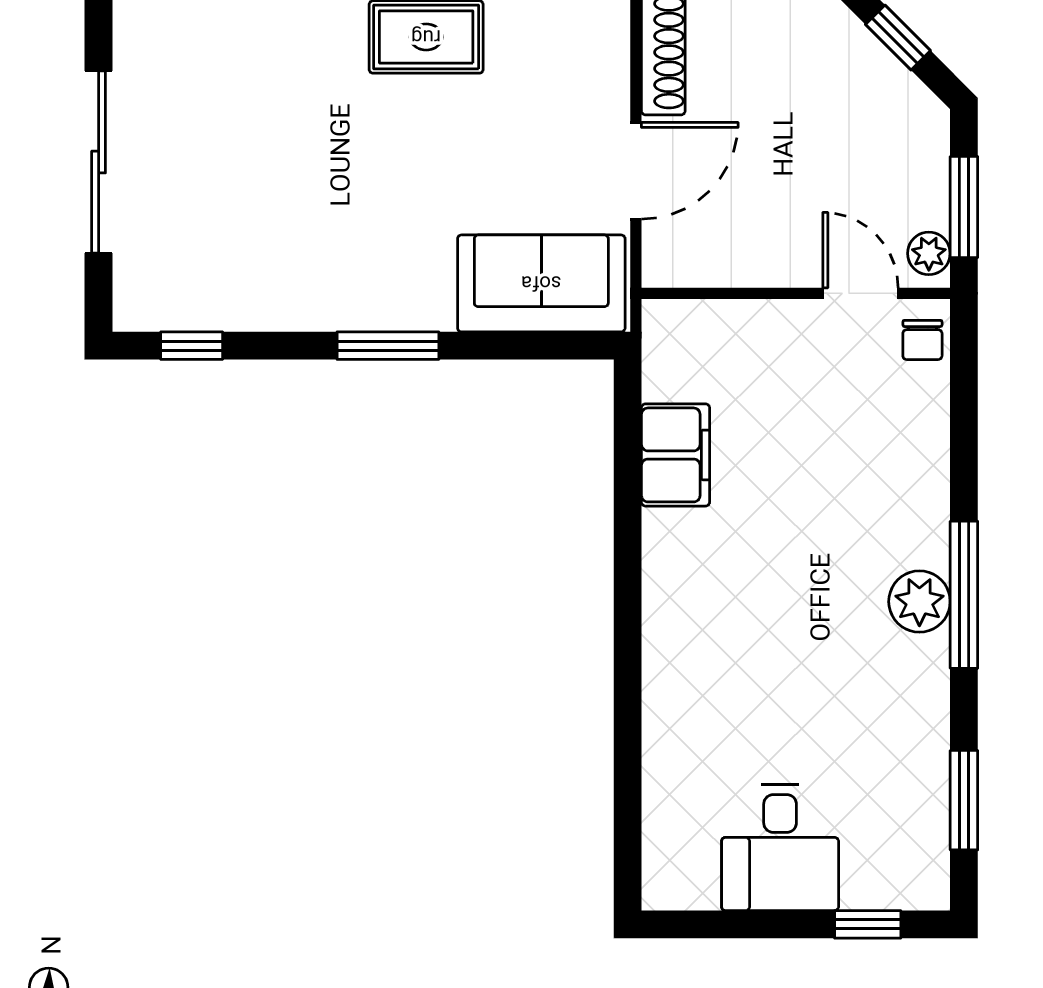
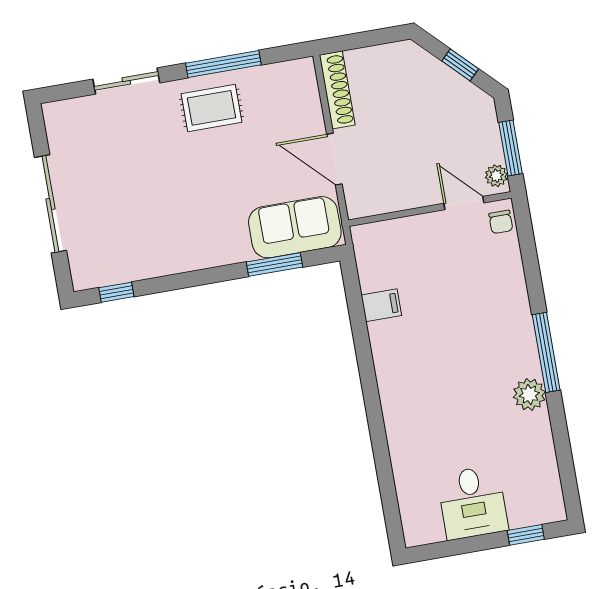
door: (636, 171) -> (334, 159), swing flipped
window: (388, 346) -> (274, 265), moved
filing cabinet: (676, 455) -> (381, 305), width x0.50
plant: (919, 602) -> (529, 394), moved
window: (964, 800) -> (565, 461), removed

